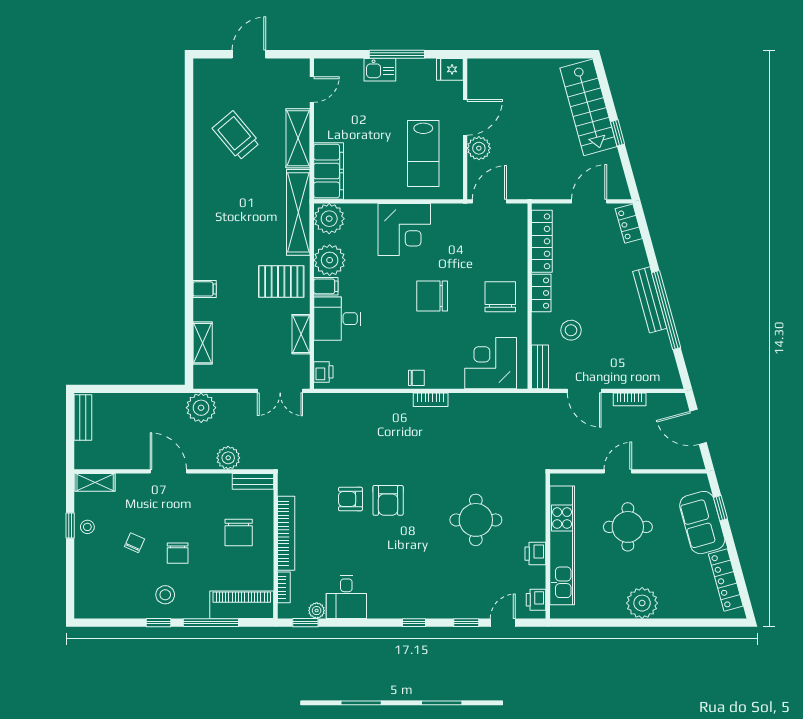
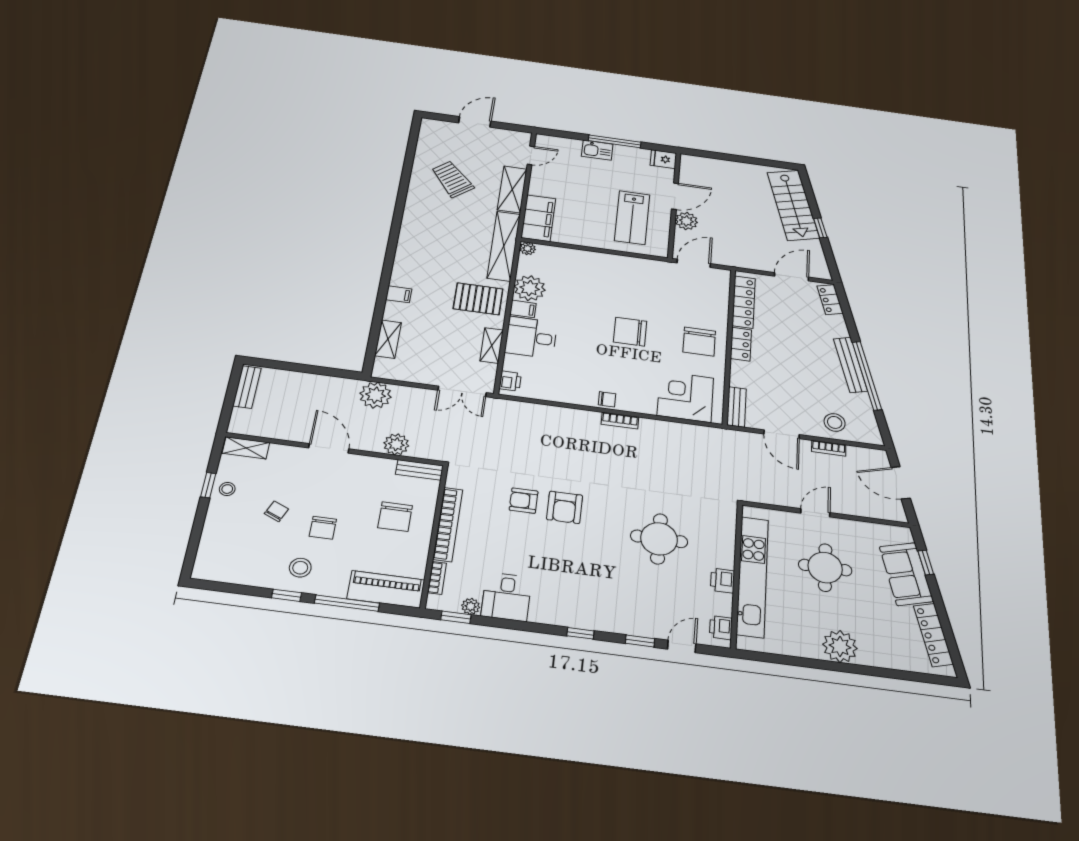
plant: (329, 219) -> (528, 248), width x0.53, depth x0.53
corner desk: (404, 229) -> (607, 274), removed
chair: (500, 297) -> (699, 342), turned 180
stool: (571, 330) -> (835, 422), moved

